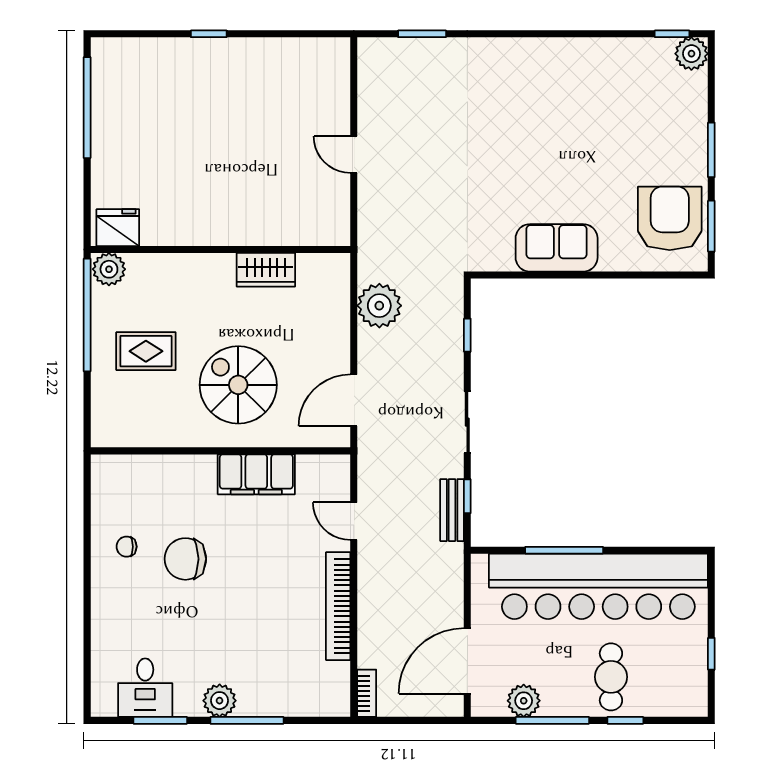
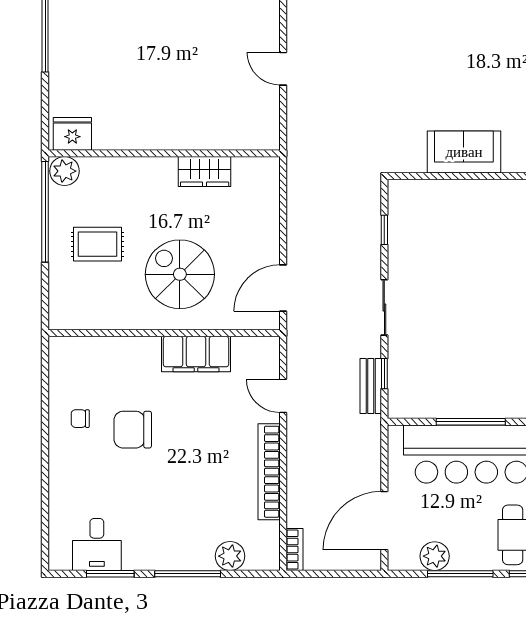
plant: (379, 306) -> (306, 204), removed
plant: (220, 701) -> (230, 556), moved

